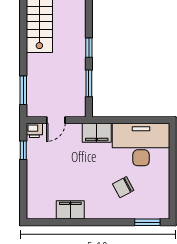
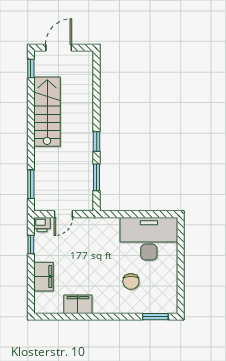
filing cabinet: (97, 133) -> (44, 277), moved, turned -90
chair: (123, 187) -> (131, 281), turned -62

